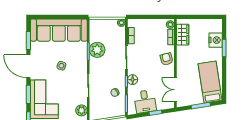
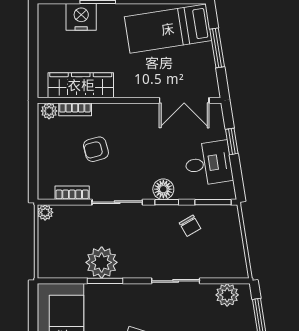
wardrobe: (183, 35) -> (81, 85), width x1.50
armchair: (167, 59) -> (96, 149), moved

